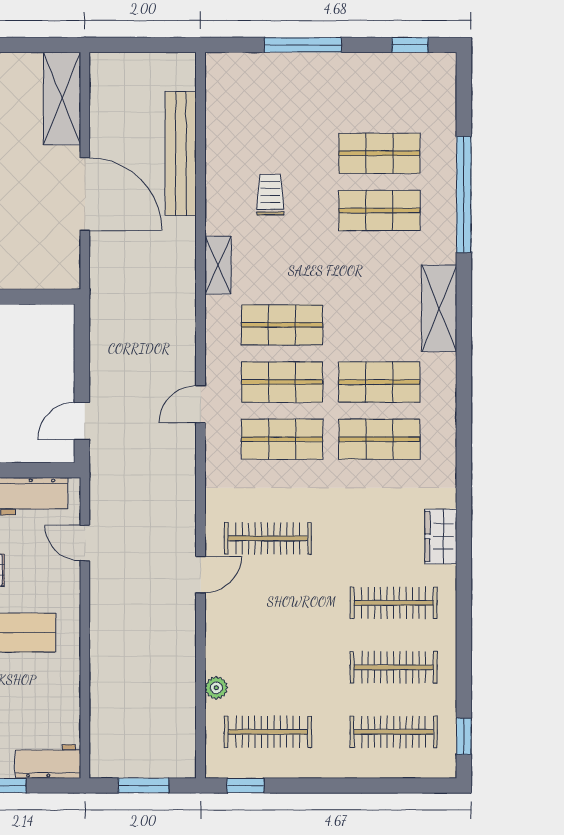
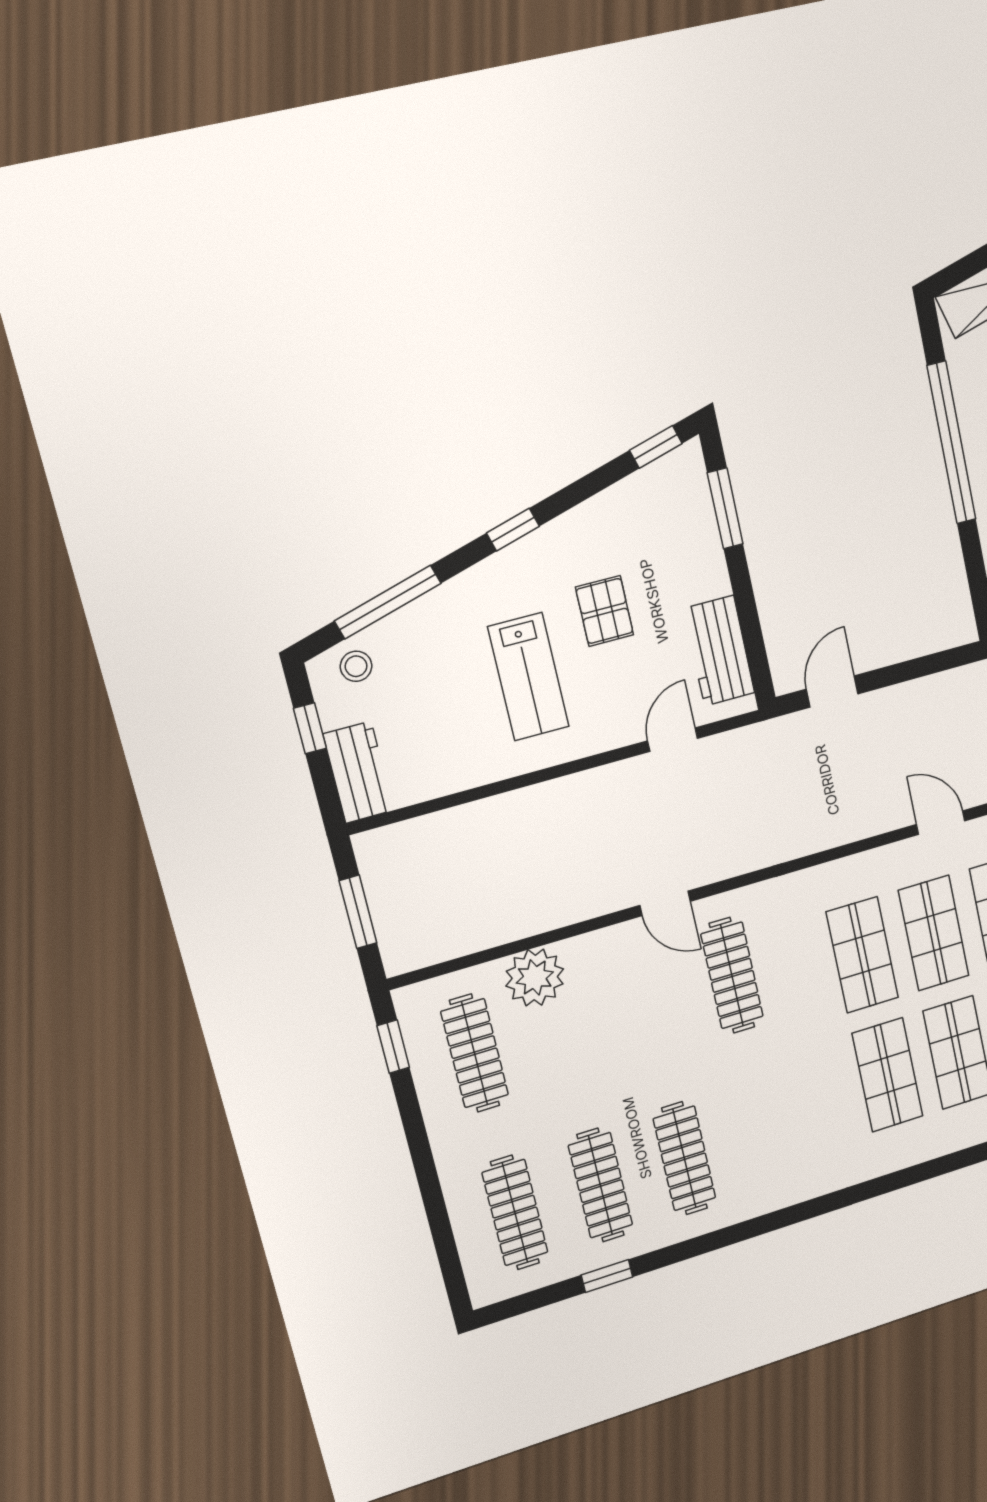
door: (201, 404) -> (941, 823), moved
door: (82, 421) -> (832, 692), hinge flipped
wardrobe: (441, 537) -> (782, 1188), removed
plant: (216, 688) -> (535, 977), width x1.88, depth x1.88
window: (464, 736) -> (607, 1276), moved

